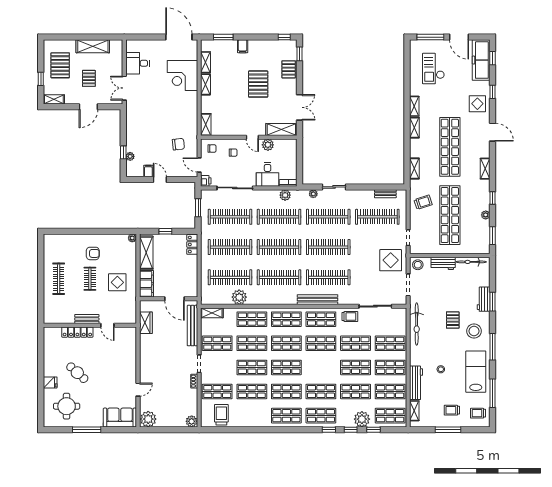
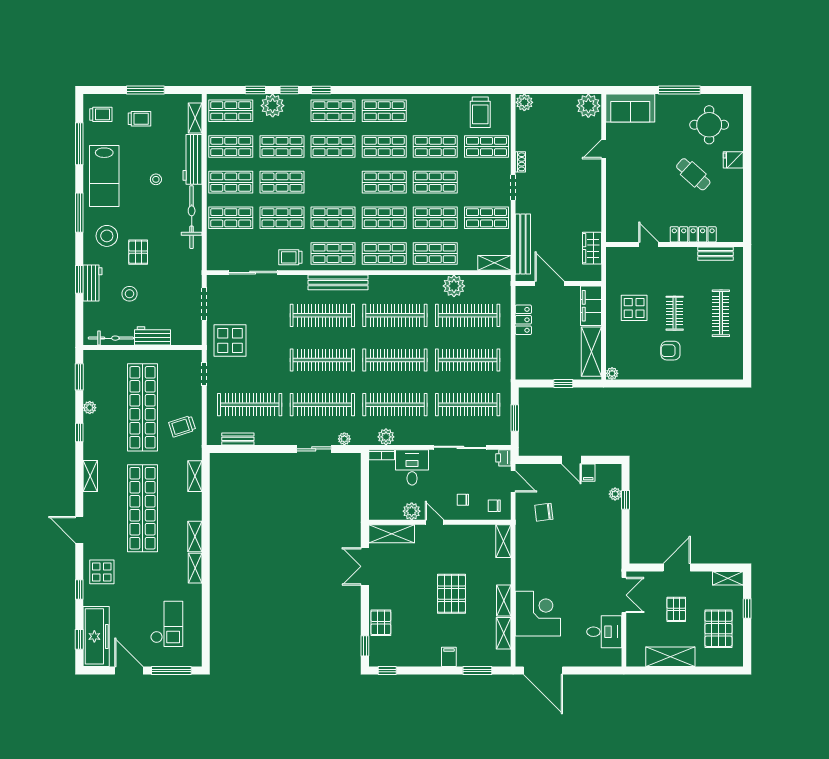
pallet: (258, 84) -> (451, 594), moved
locker: (192, 244) -> (523, 320), moved
stool: (418, 265) -> (129, 294), moved
bench: (87, 319) -> (716, 254), moved
bicycle: (417, 324) -> (192, 217), moved

